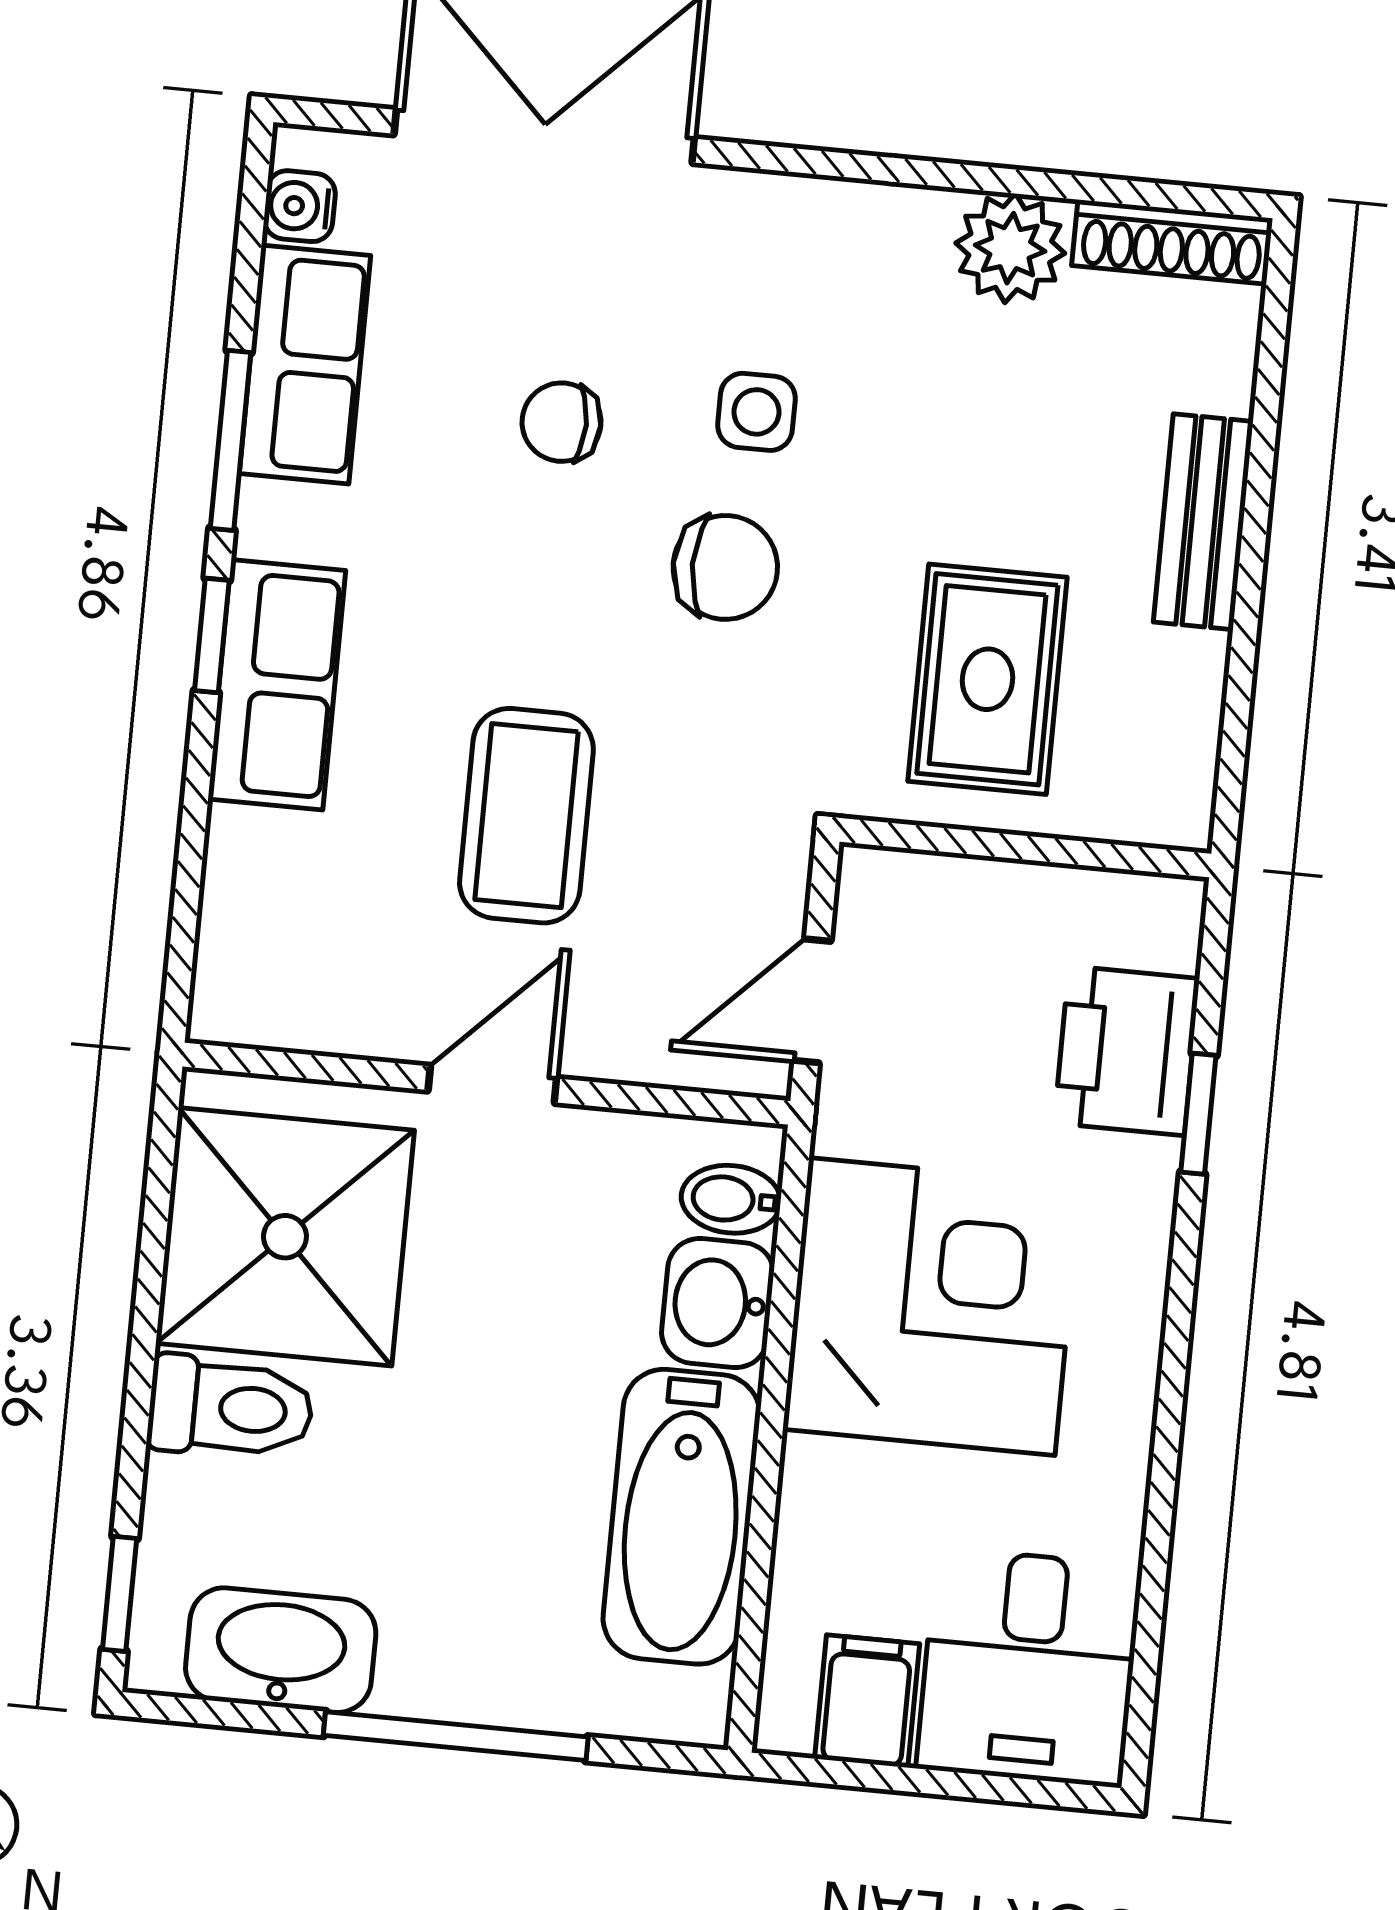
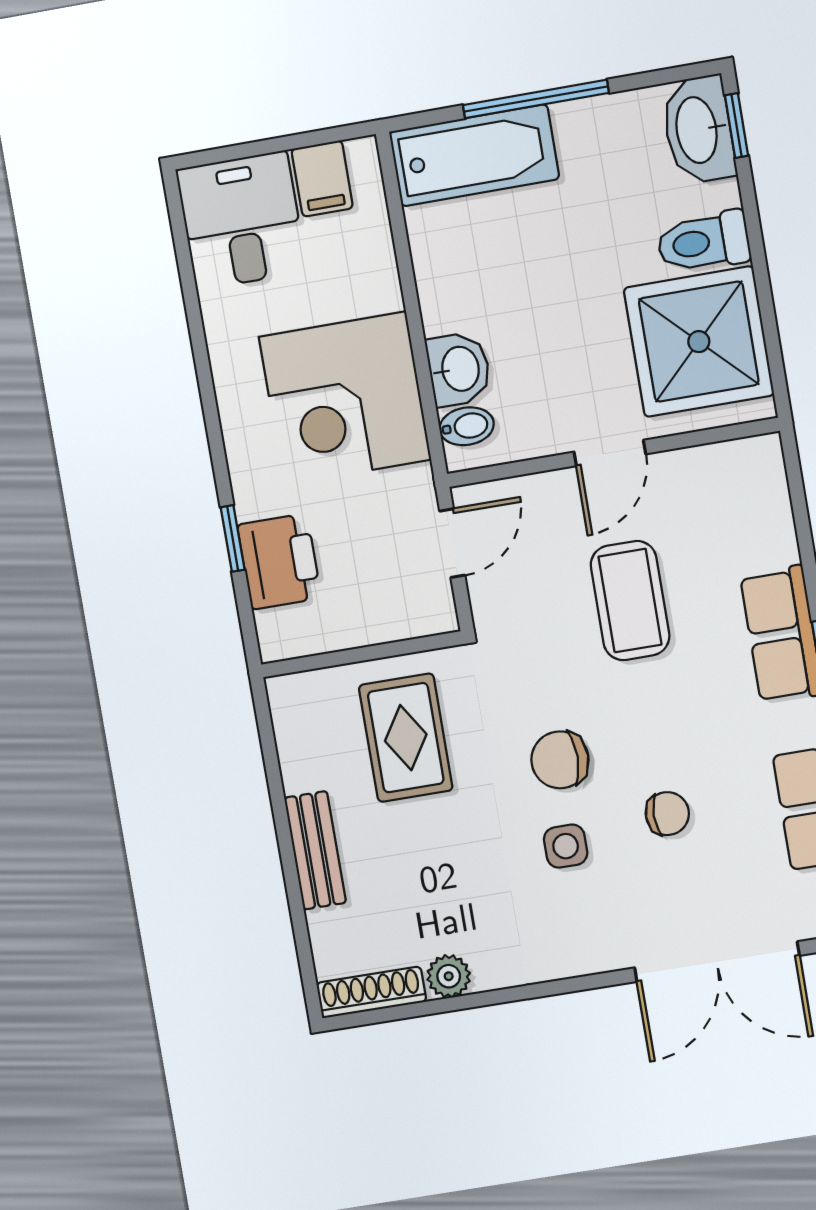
plant: (1010, 248) -> (449, 976), width x0.73, depth x0.73
bathtub: (682, 1517) -> (474, 155), moved, turned 90
washbasin: (281, 1650) -> (698, 130), moved, turned 90

